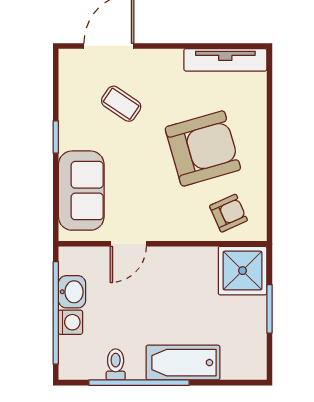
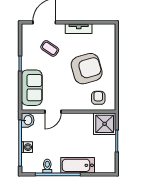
tv unit: (225, 60) -> (79, 29), moved, width x0.71
armchair: (228, 213) -> (98, 98), turned -66
washbasin: (72, 292) -> (28, 120), moved

